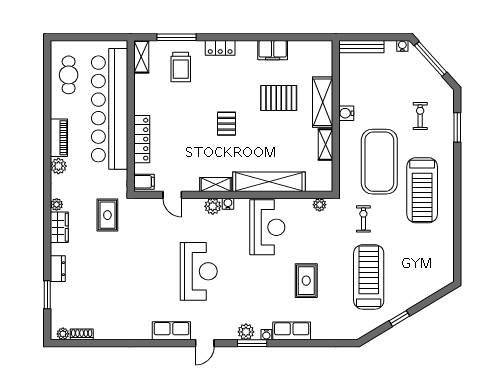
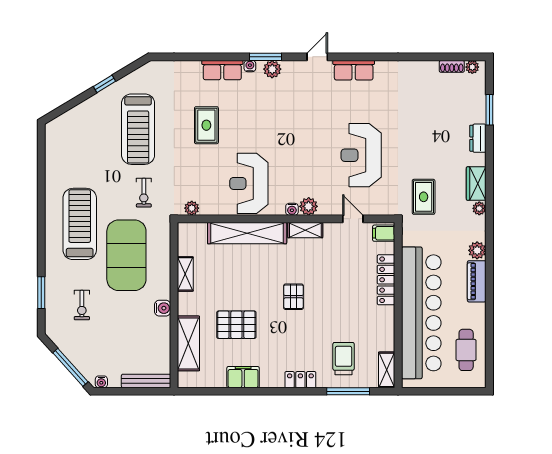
shelving: (323, 102) -> (188, 343), moved
reception desk: (199, 271) -> (361, 155), moved

